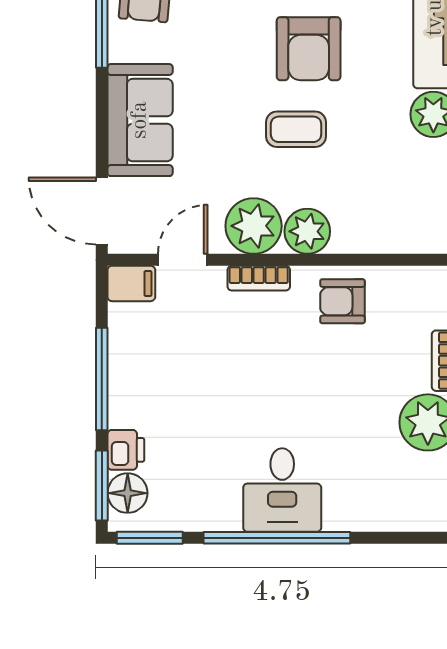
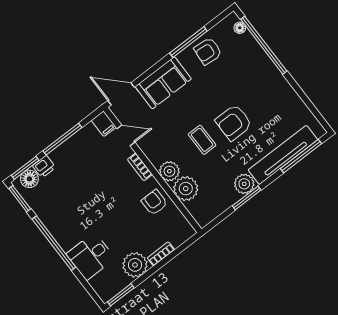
door: (102, 211) -> (121, 94), hinge flipped
plant: (254, 226) -> (186, 189), moved
desk: (282, 490) -> (91, 256), moved

